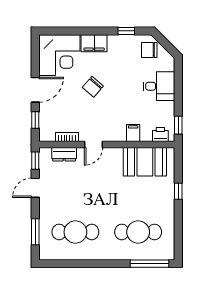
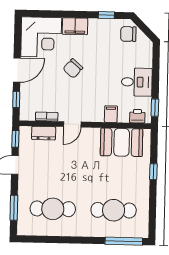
desk: (159, 86) -> (137, 82), moved

